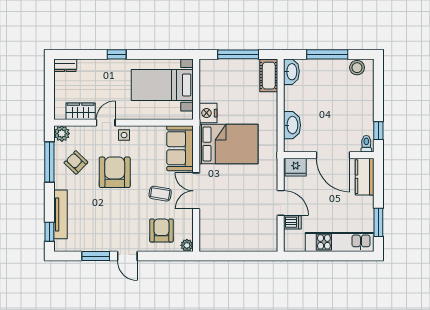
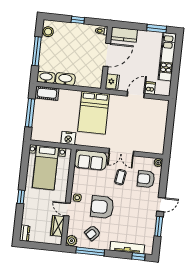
washbasin: (292, 125) -> (65, 79), moved
window: (378, 131) -> (78, 20), moved
bed: (228, 144) -> (94, 113), moved, turned 180

